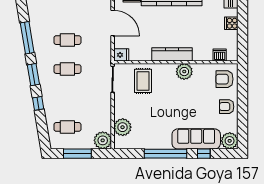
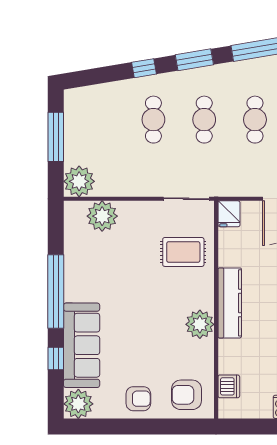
armchair: (224, 79) -> (186, 395), turned -90
armchair: (227, 107) -> (138, 399), turned 90
cafe table: (67, 127) -> (153, 120), moved

